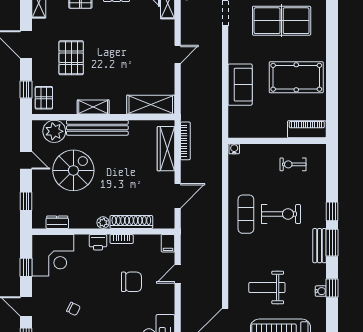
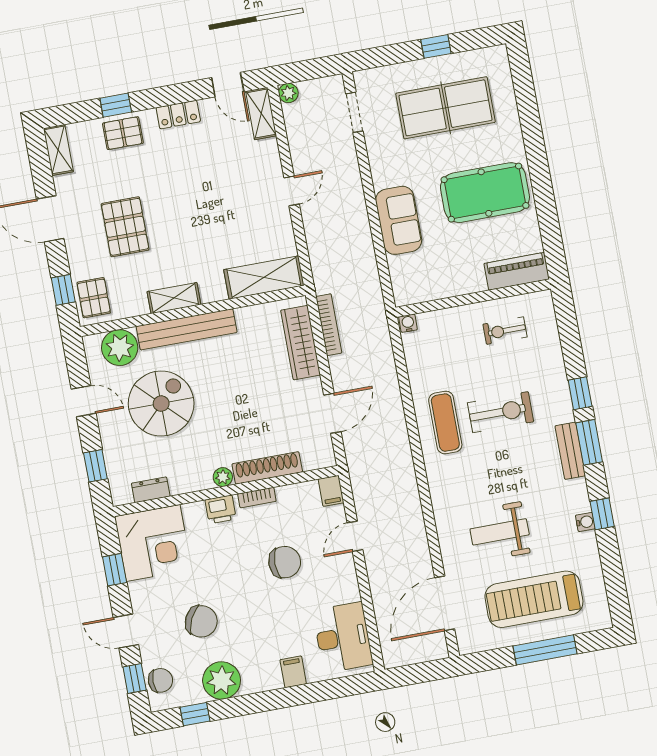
chair: (73, 309) -> (201, 621), width x1.87, depth x1.87

